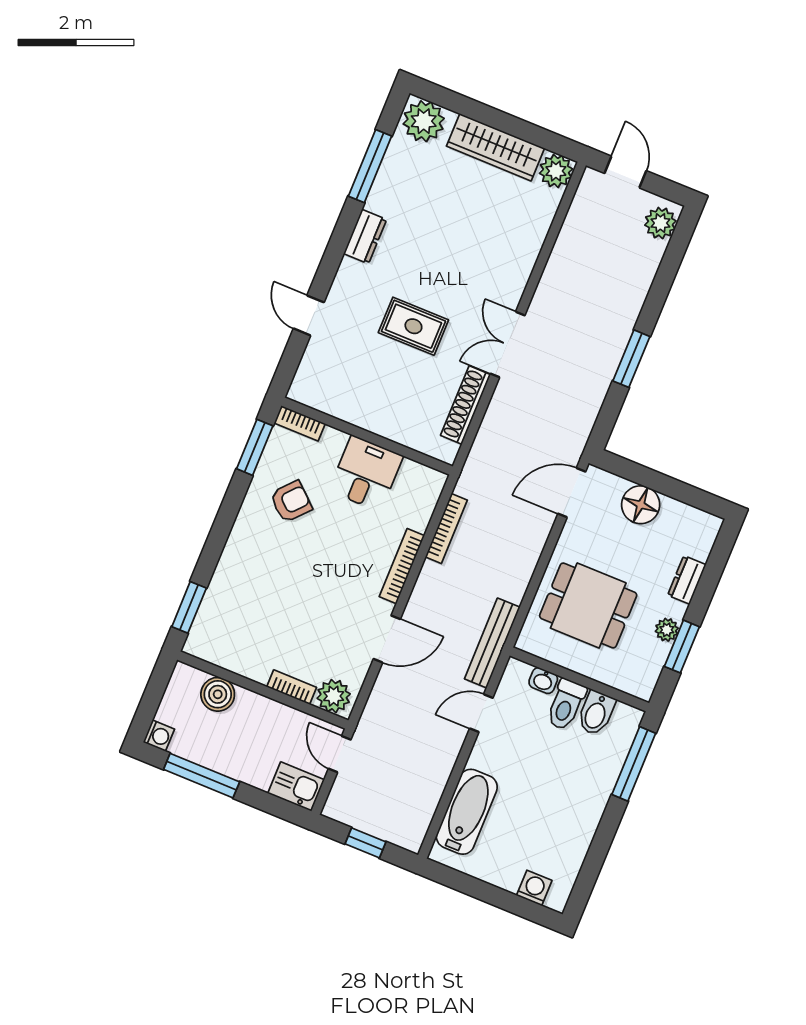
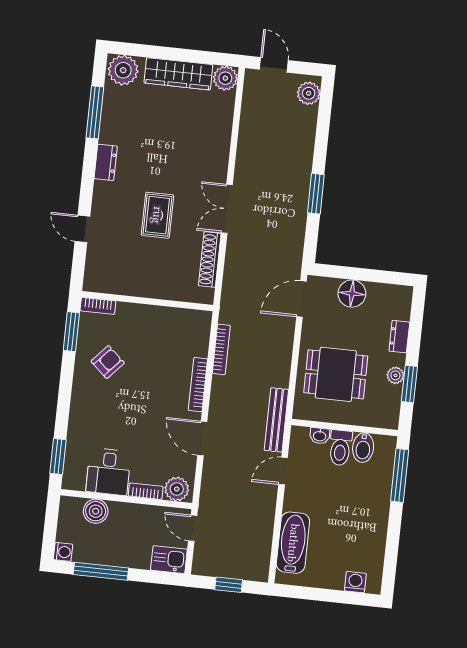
rug: (413, 326) -> (157, 215), turned 90
desk: (366, 473) -> (108, 472), moved, turned 180
door: (387, 639) -> (202, 438), swing flipped

